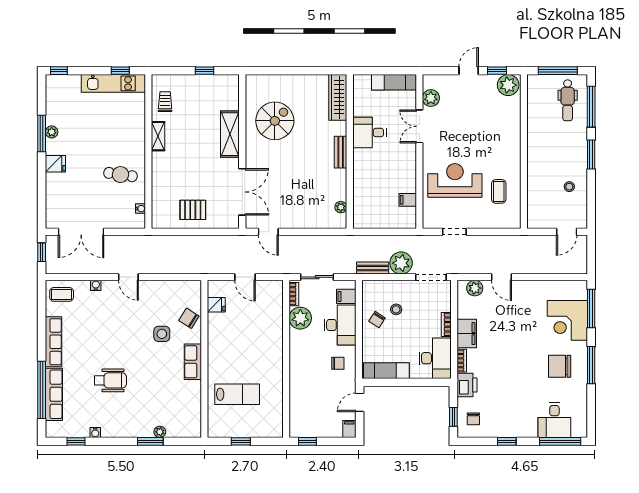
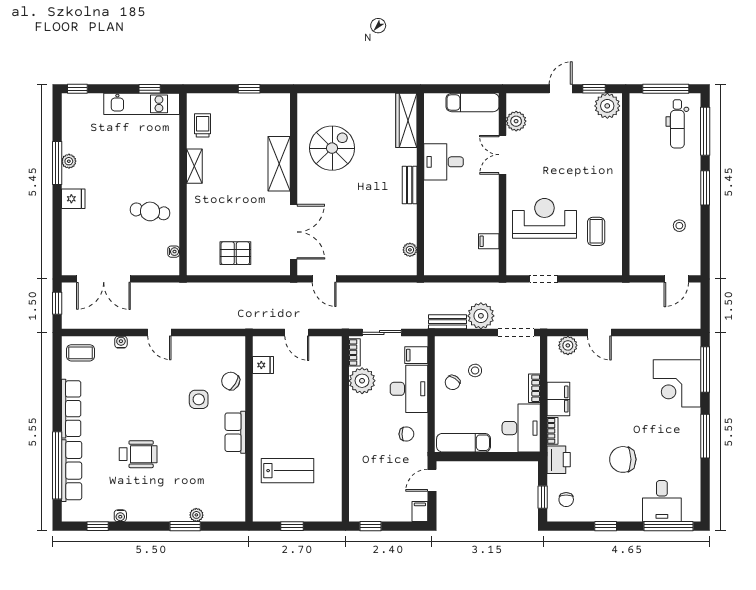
chair: (560, 366) -> (623, 459), moved

